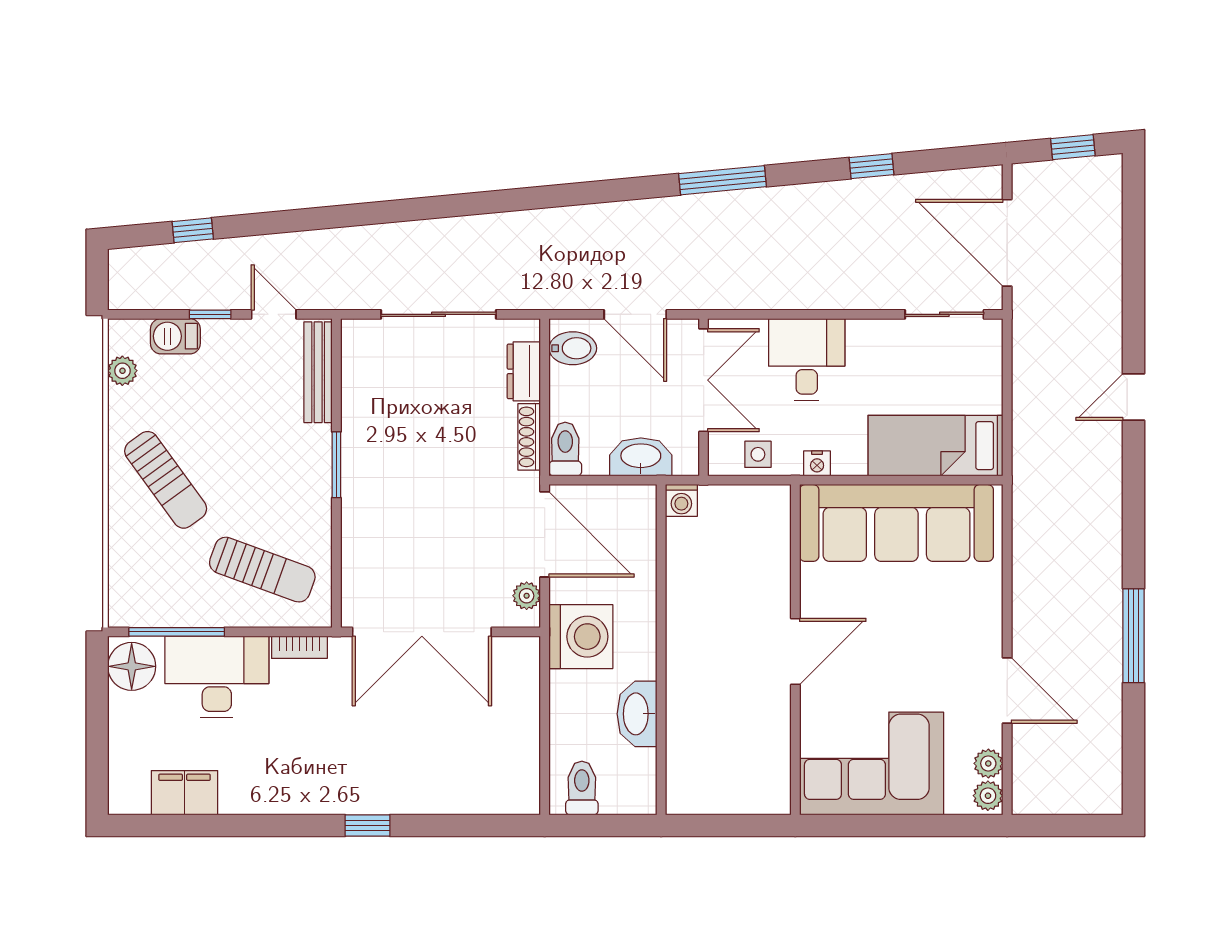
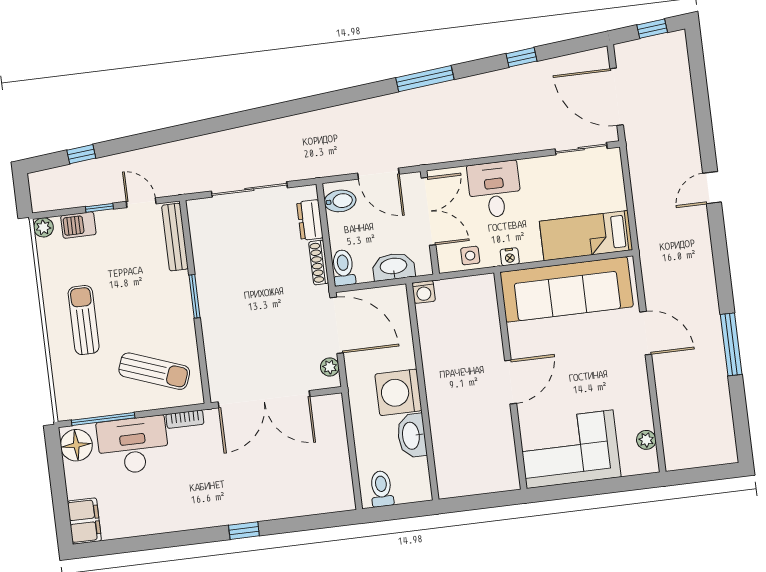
plant: (122, 371) -> (43, 227), moved
sun lounger: (166, 480) -> (84, 320), turned -144
washing machine: (581, 637) -> (398, 392), moved, turned 180
door: (1007, 690) -> (646, 333), moved
filing cabinet: (185, 793) -> (84, 521), moved, turned 90
plant: (988, 796) -> (649, 461), removed

